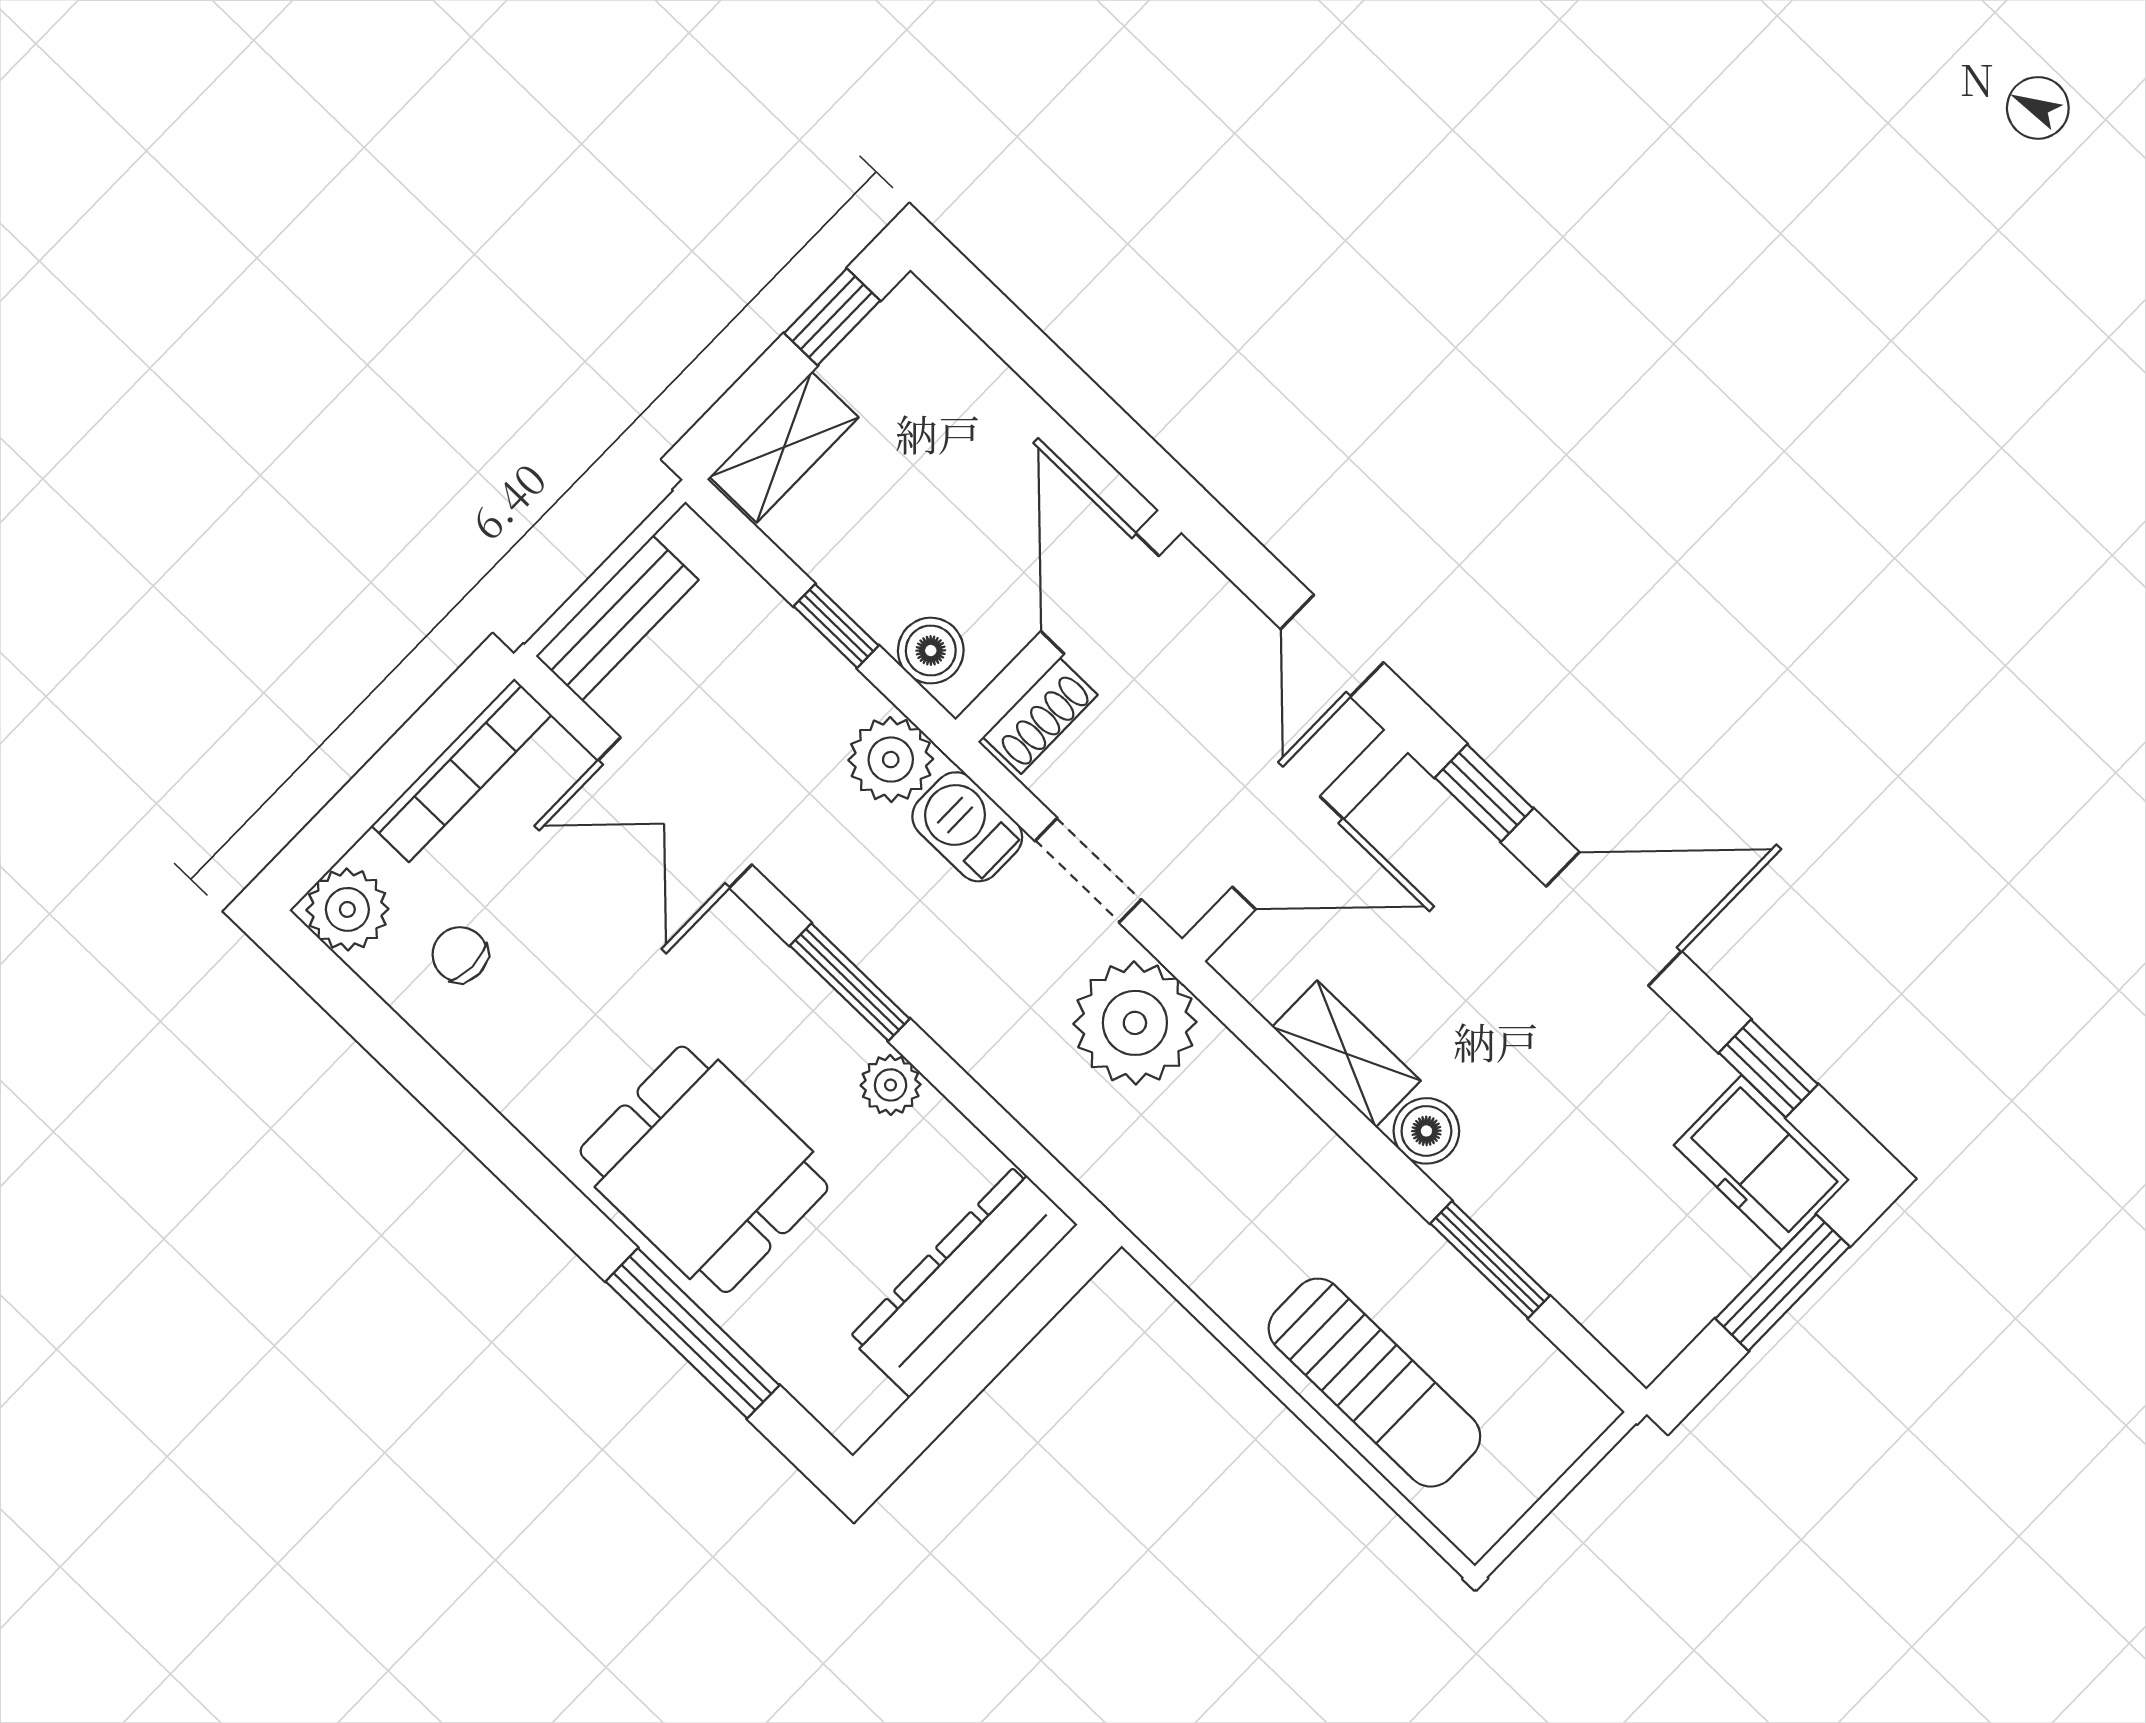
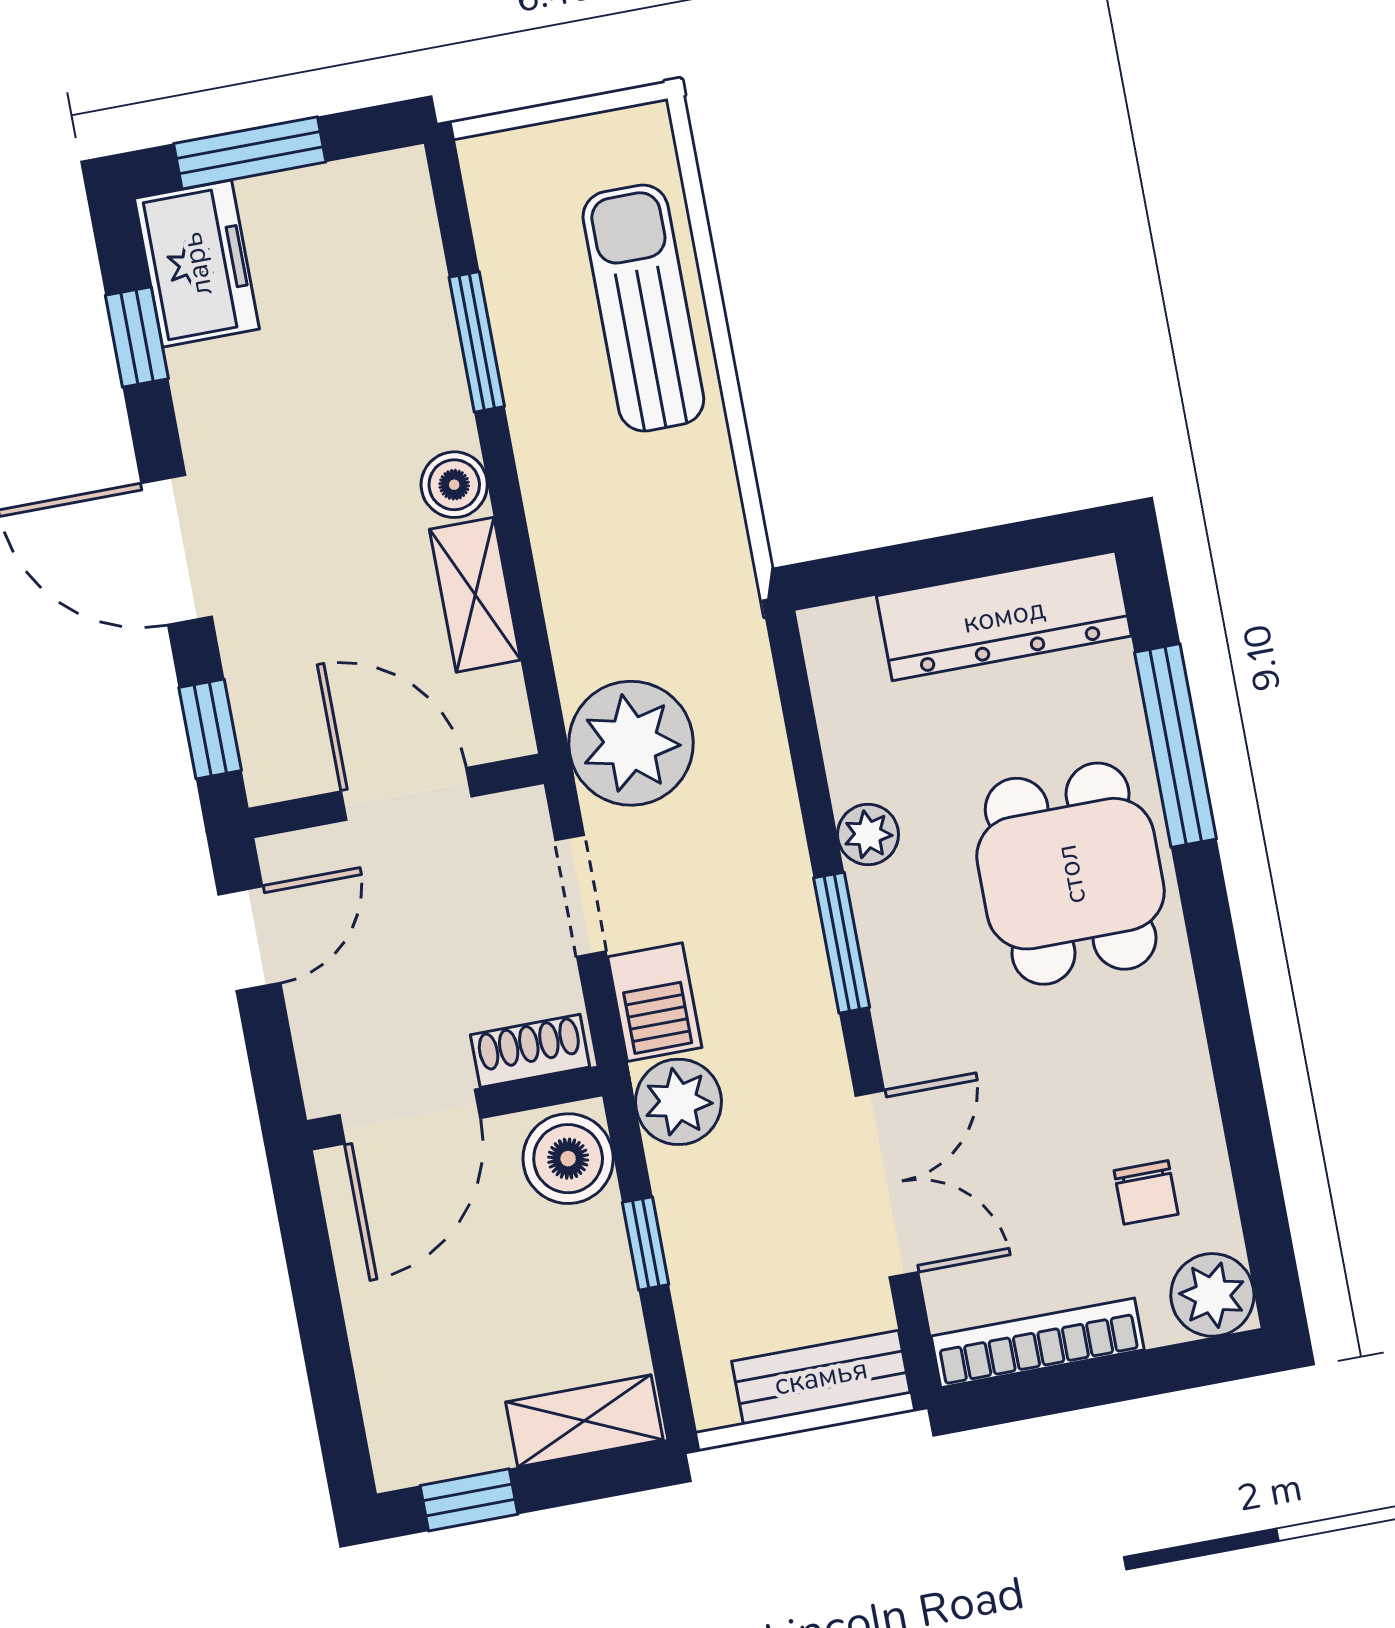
boiler: (931, 651) -> (568, 1159), width x1.36, depth x1.36
dresser: (963, 1281) -> (1004, 616), moved

